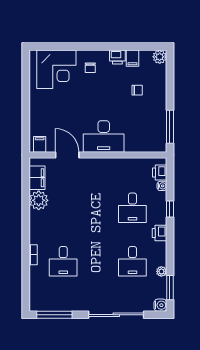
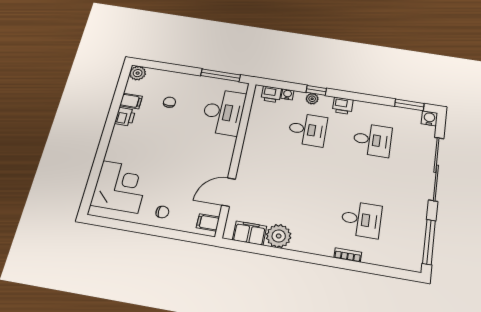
chair: (90, 68) -> (162, 212), moved
desk: (104, 136) -> (223, 112), moved
plant: (161, 271) -> (312, 99), moved

